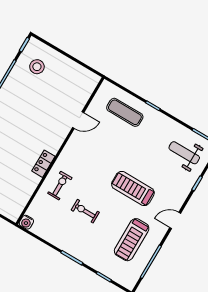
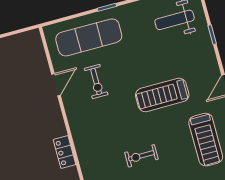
exercise mat: (125, 112) -> (89, 37), width x1.36, depth x1.45
exercise bike: (60, 186) -> (96, 82), moved, turned 180

